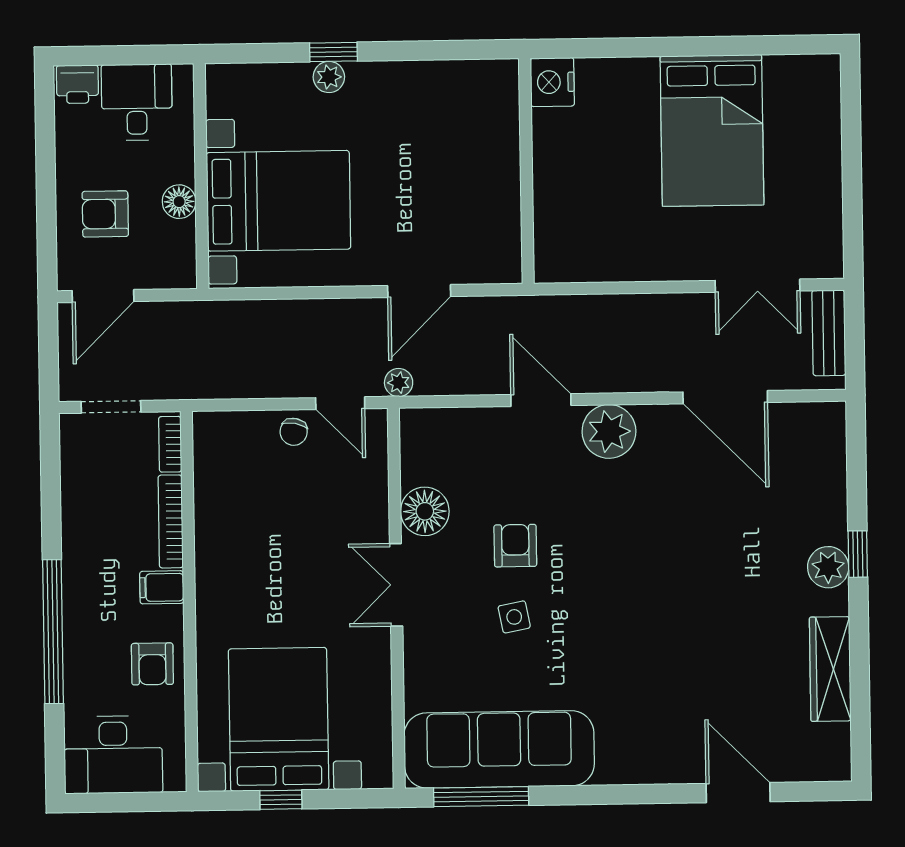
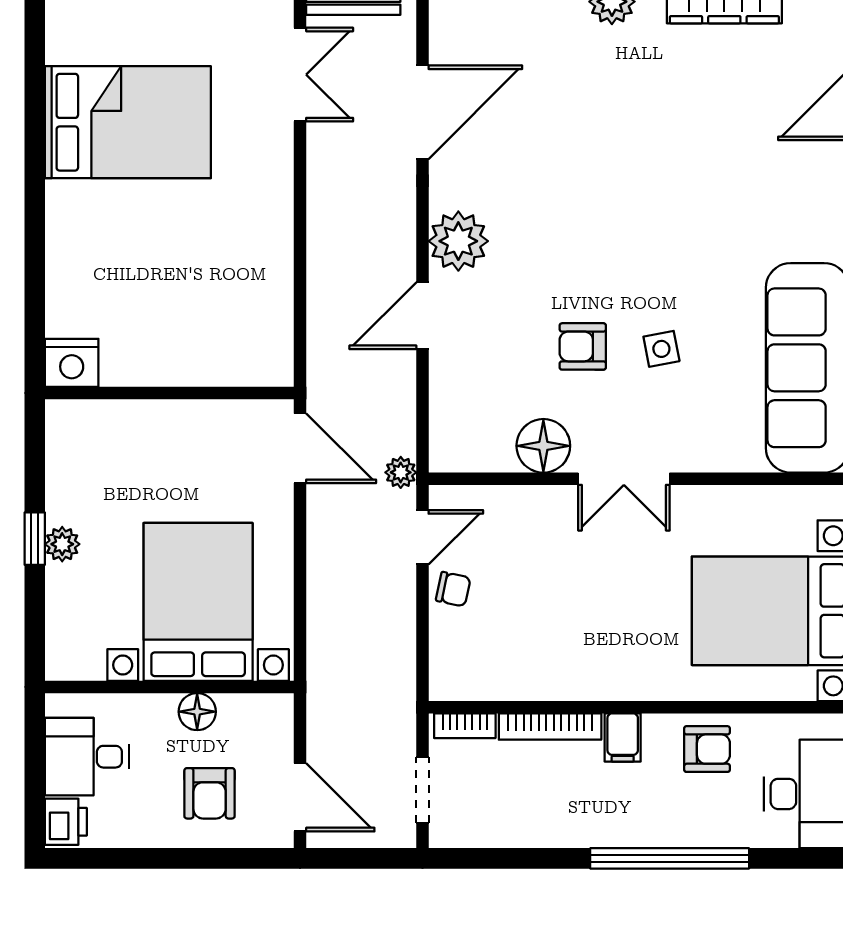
nightstand: (552, 82) -> (72, 363), moved
wall: (526, 171) -> (169, 393), moved

